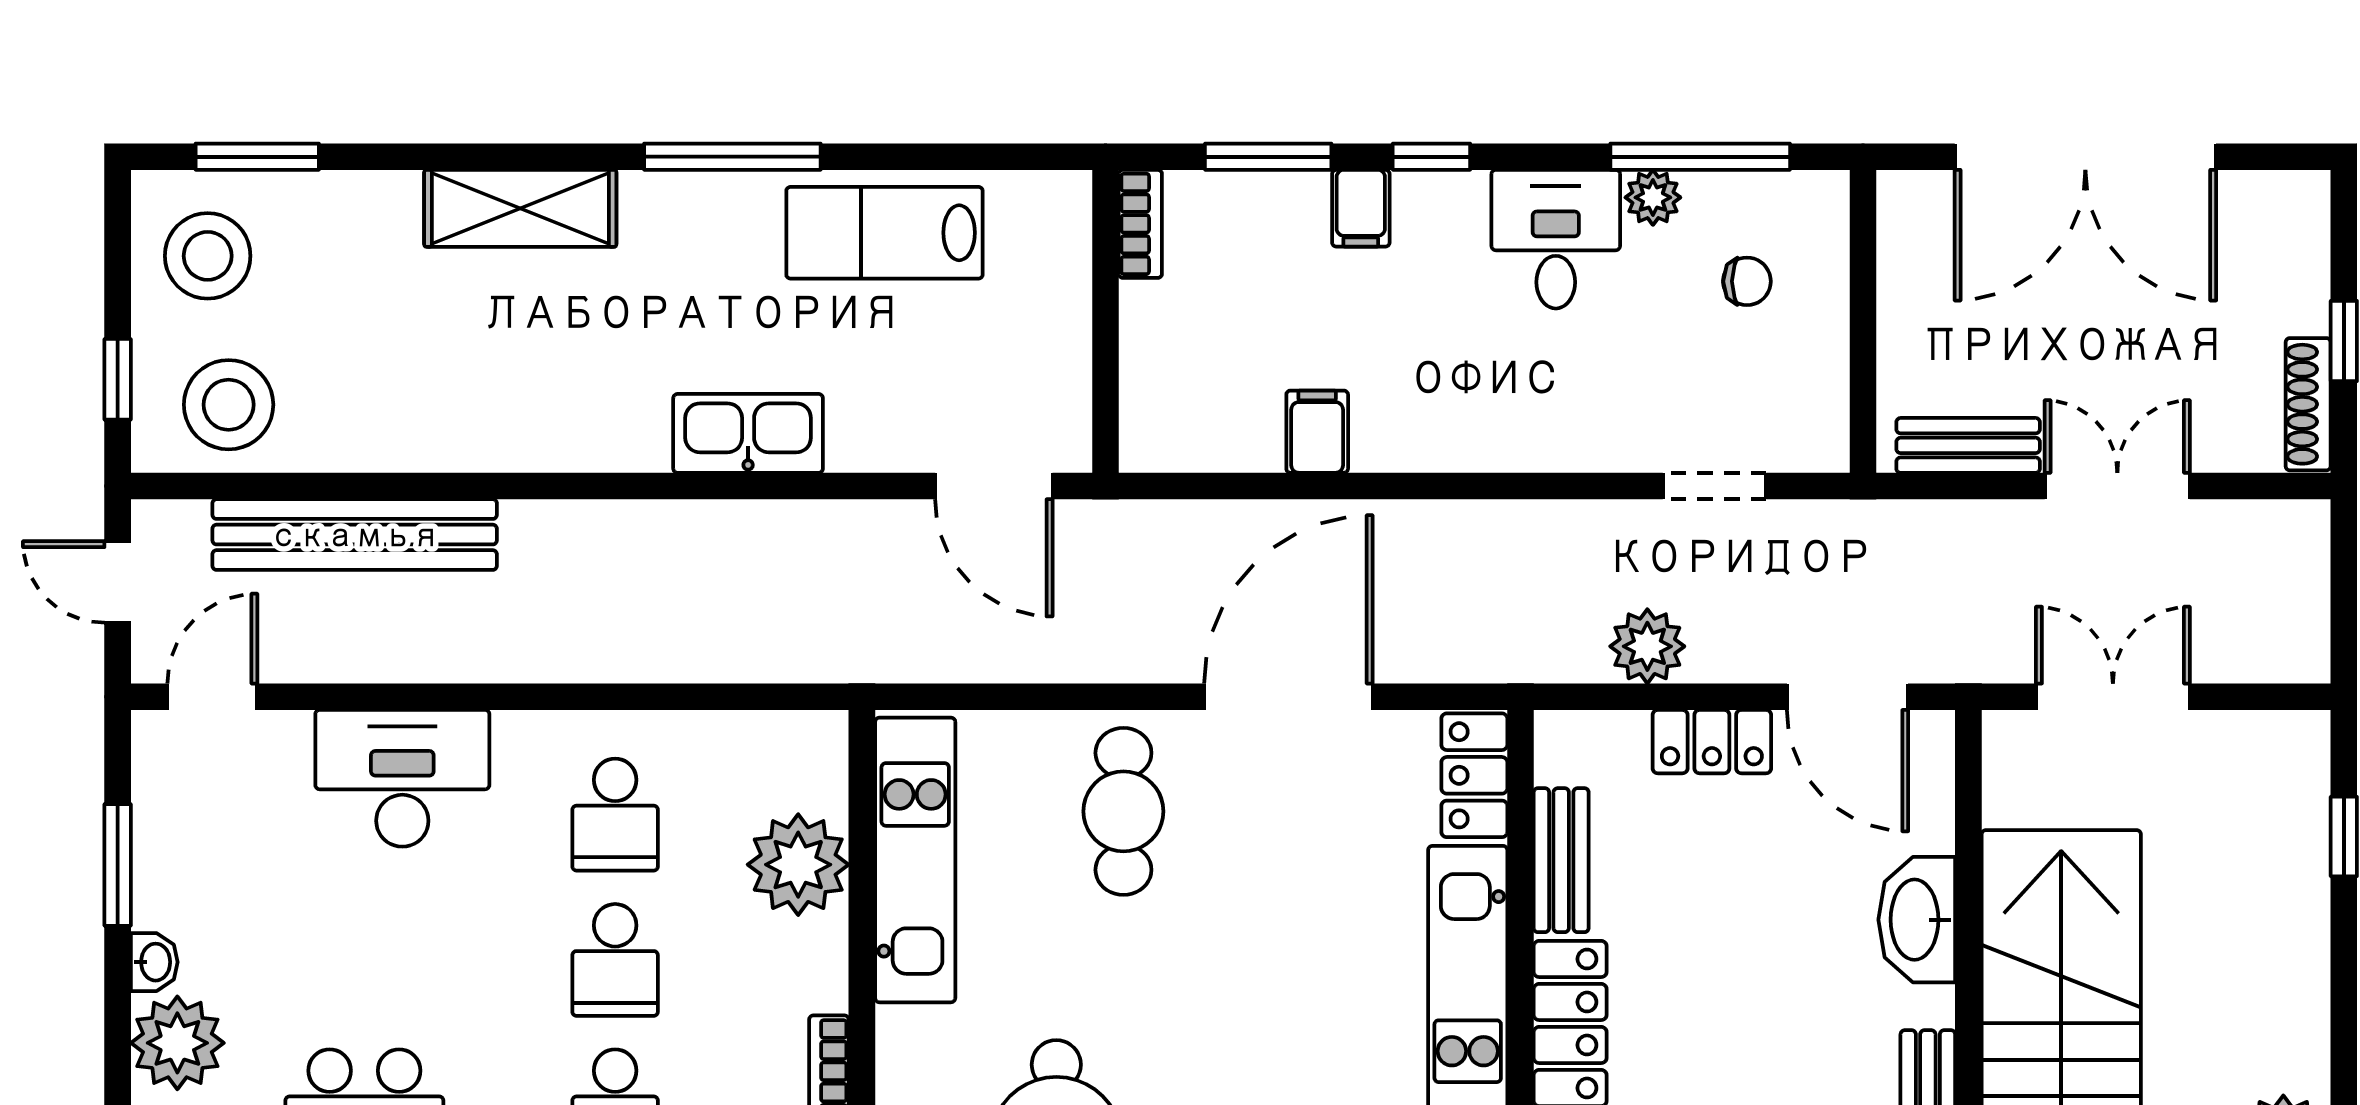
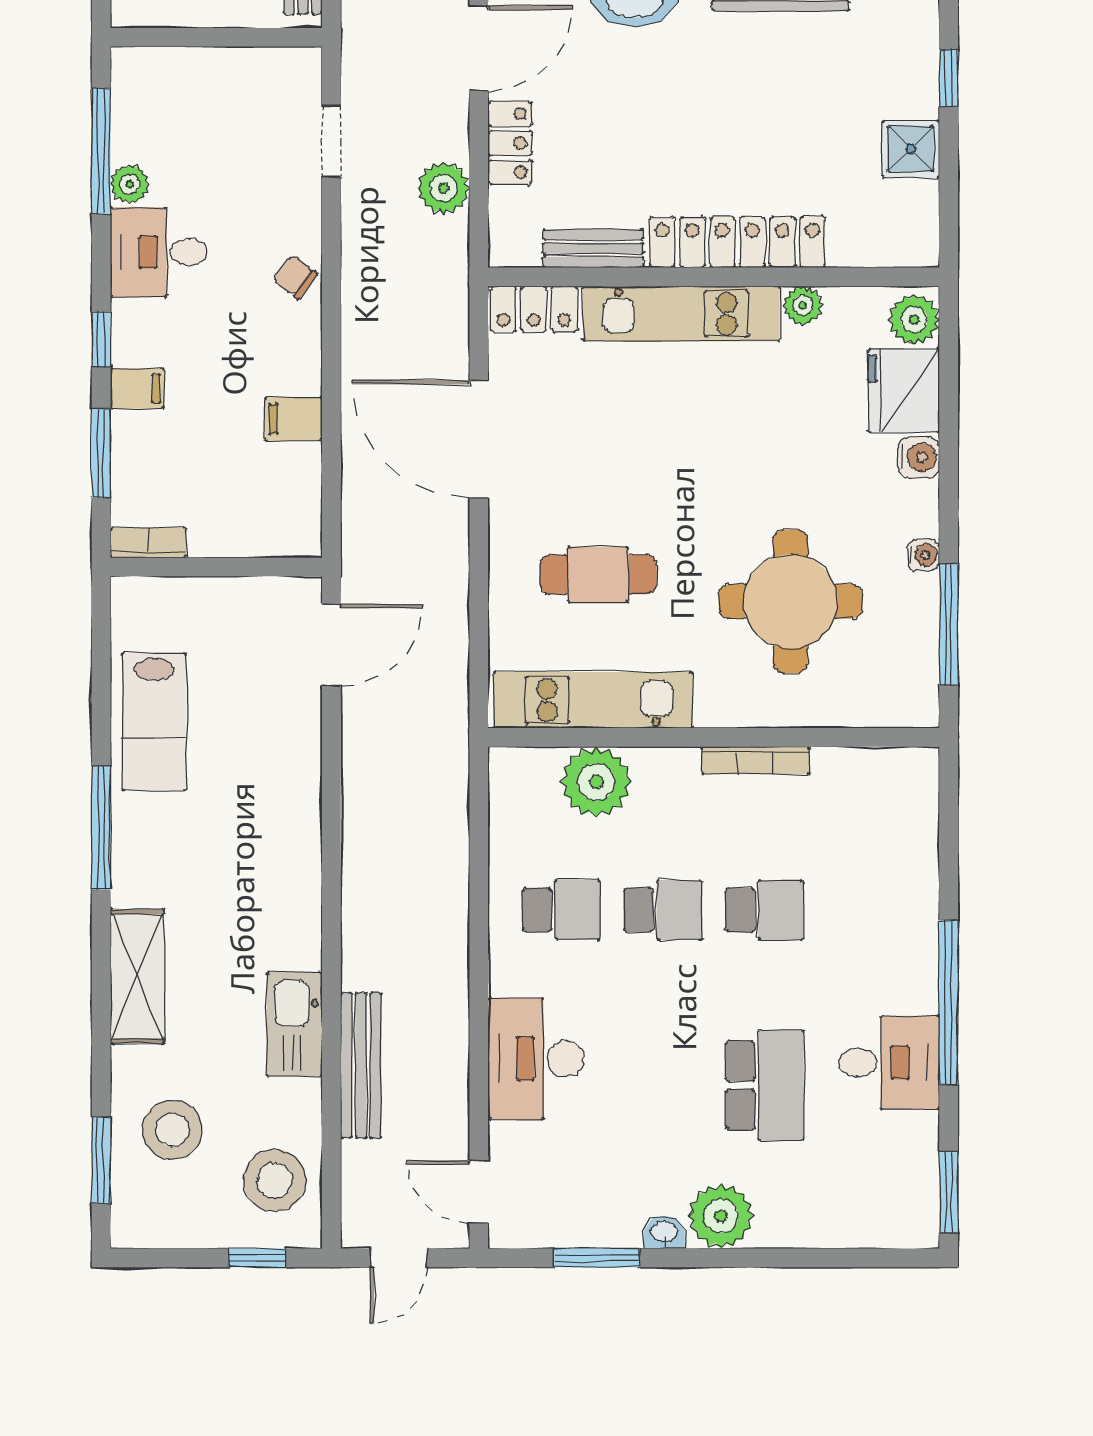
stool: (208, 256) -> (172, 1130), moved
chair: (1747, 281) -> (295, 277), moved, turned -53
kitchen sink: (748, 433) -> (295, 1024), moved
bench: (355, 535) -> (361, 1065), width x0.73, depth x0.82
cafe table: (1123, 811) -> (598, 575), moved

